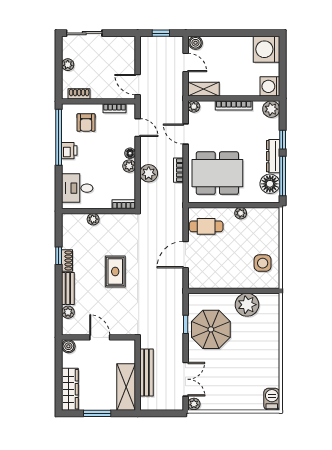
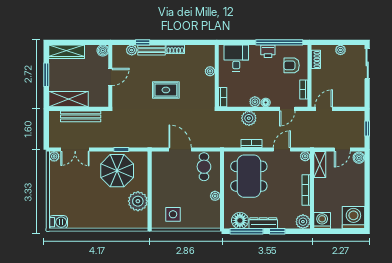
window: (59, 256) -> (143, 42), moved

